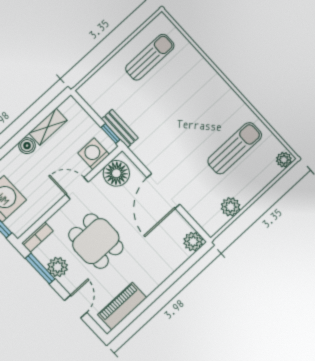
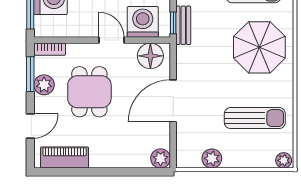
parasol: (191, 93) -> (259, 47), added
washing machine: (94, 154) -> (143, 22), width x1.37, depth x1.37

